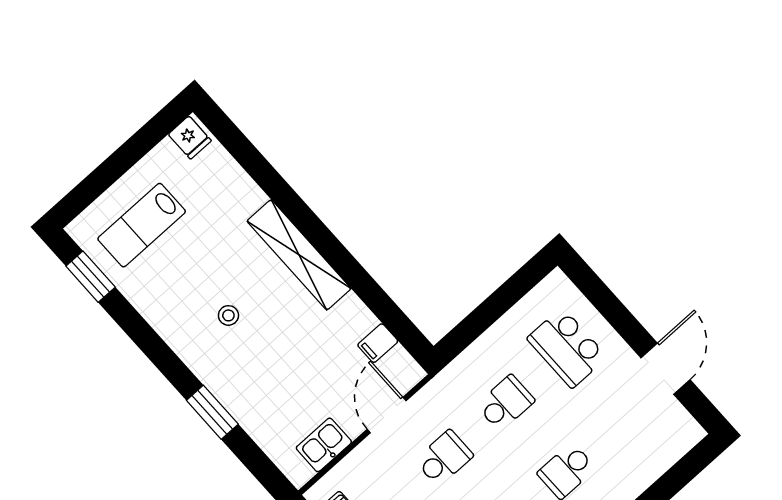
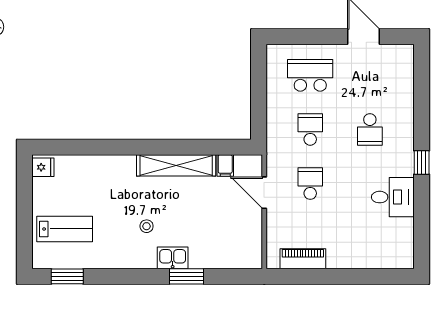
lab bench: (142, 225) -> (65, 229), turned -90
shelving: (299, 255) -> (176, 165), moved
school desk: (567, 348) -> (310, 75), turned 180
kitchen sink: (324, 445) -> (173, 258), moved, turned 90

